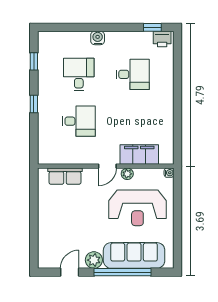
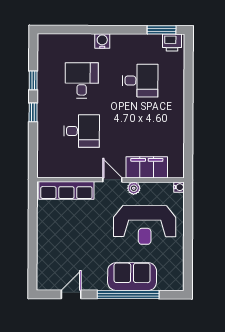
window: (152, 27) -> (162, 30), width x1.50
window: (34, 61) -> (33, 80), moved
door: (107, 166) -> (112, 180), swing flipped
row of seats: (65, 176) -> (66, 190), width x1.48
sofa: (134, 255) -> (132, 277), width x0.73
plant: (94, 260) -> (97, 281), removed

